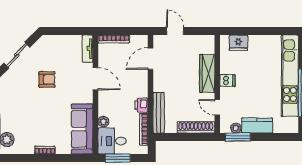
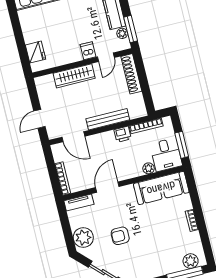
plant: (54, 45) -> (83, 238), added
armchair: (47, 79) -> (120, 236), turned -90
dishwasher: (227, 81) -> (88, 51), moved
bench: (159, 113) -> (108, 119), moved

